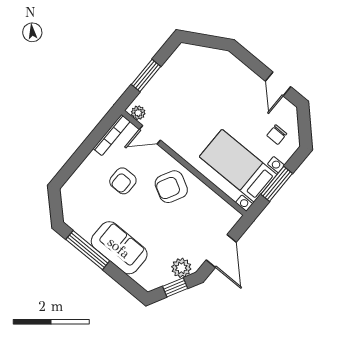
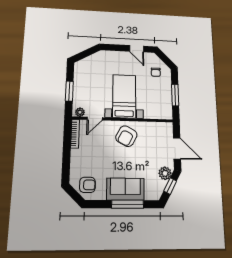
bed with nightstands: (238, 166) -> (124, 96), moved, turned 90
armchair: (123, 181) -> (87, 185), moved, turned -90
window: (88, 250) -> (128, 204), moved

